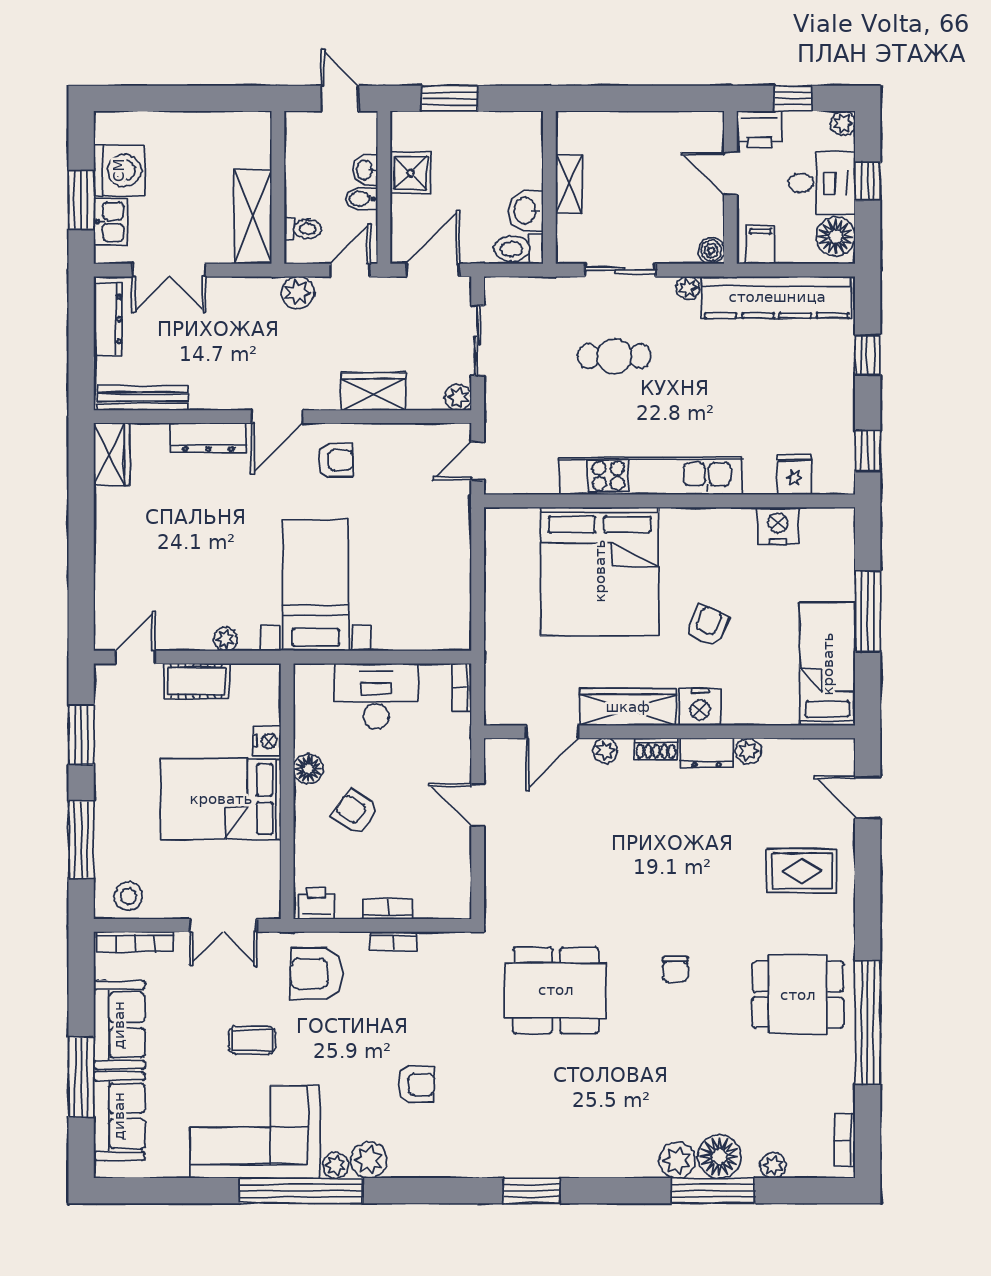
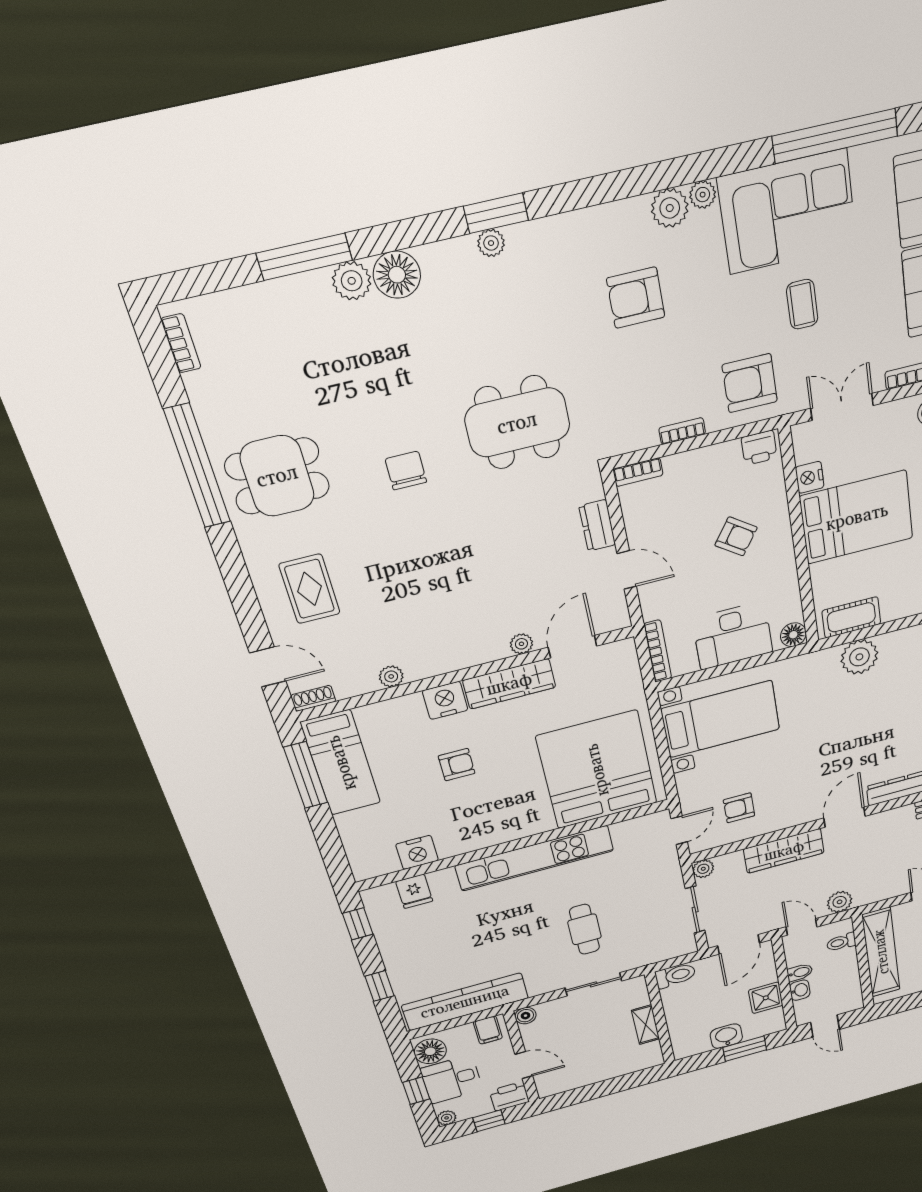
washbasin: (526, 211) -> (726, 1036), moved, turned -90
shelving: (253, 217) -> (881, 952), width x1.47
door: (350, 270) -> (802, 927), swing flipped
plant: (688, 288) -> (537, 988), removed
cafe table: (614, 356) -> (585, 929), turned 90
wardrobe: (374, 392) -> (784, 851), width x1.50
armchair: (336, 460) -> (739, 808), moved
bed: (600, 571) -> (597, 770), moved
bed with nightstands: (316, 585) -> (721, 719), moved, turned -90
window: (868, 611) -> (306, 775), moved
armchair: (707, 625) -> (457, 765), turned -113
plant: (225, 639) -> (859, 657), width x1.88, depth x1.88
cot: (197, 681) -> (851, 617), moved
bookcase: (462, 687) -> (658, 651), width x1.56
nightstand: (267, 741) -> (810, 477), moved
shoe rack: (656, 749) -> (313, 698), moved
dresser: (707, 753) -> (597, 525), moved, turned -90
floor lamp: (308, 769) -> (793, 635), moved
rug: (802, 871) -> (310, 589), turned 90
bookcase: (387, 909) -> (638, 472), moved
chair: (675, 969) -> (406, 471), width x1.37, depth x1.37
armchair: (316, 974) -> (750, 383), turned 180
coffee table: (252, 1040) -> (802, 304), turned 90
armchair: (416, 1085) -> (636, 298), width x1.38, depth x1.38
floor lamp: (719, 1156) -> (397, 275), moved
plant: (773, 1165) -> (491, 243), moved
window: (301, 1191) -> (835, 136), moved

